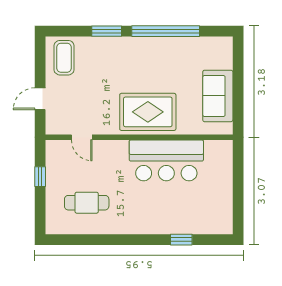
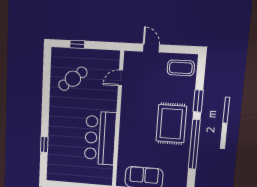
rug: (148, 112) -> (171, 124), moved
window: (40, 177) -> (77, 44), moved
cafe table: (87, 203) -> (73, 79), turned 52

